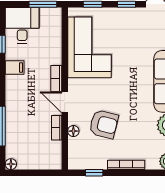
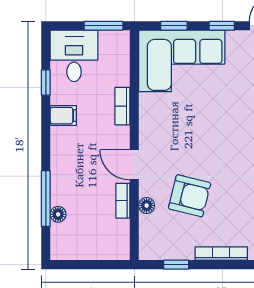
corner sofa: (89, 47) -> (182, 61), moved, turned 90
bookcase: (56, 79) -> (122, 106), moved
floor lamp: (11, 164) -> (58, 214), moved

